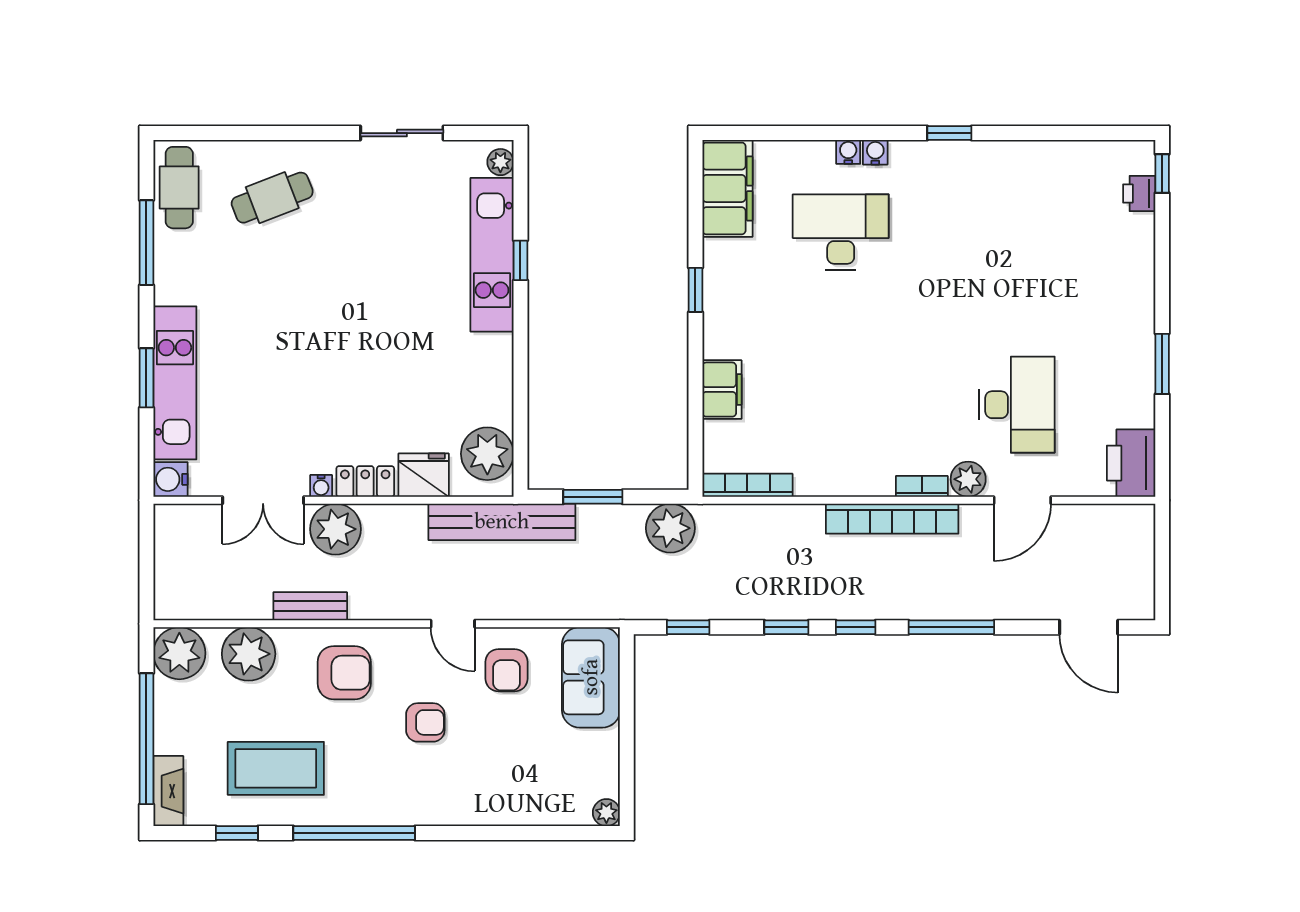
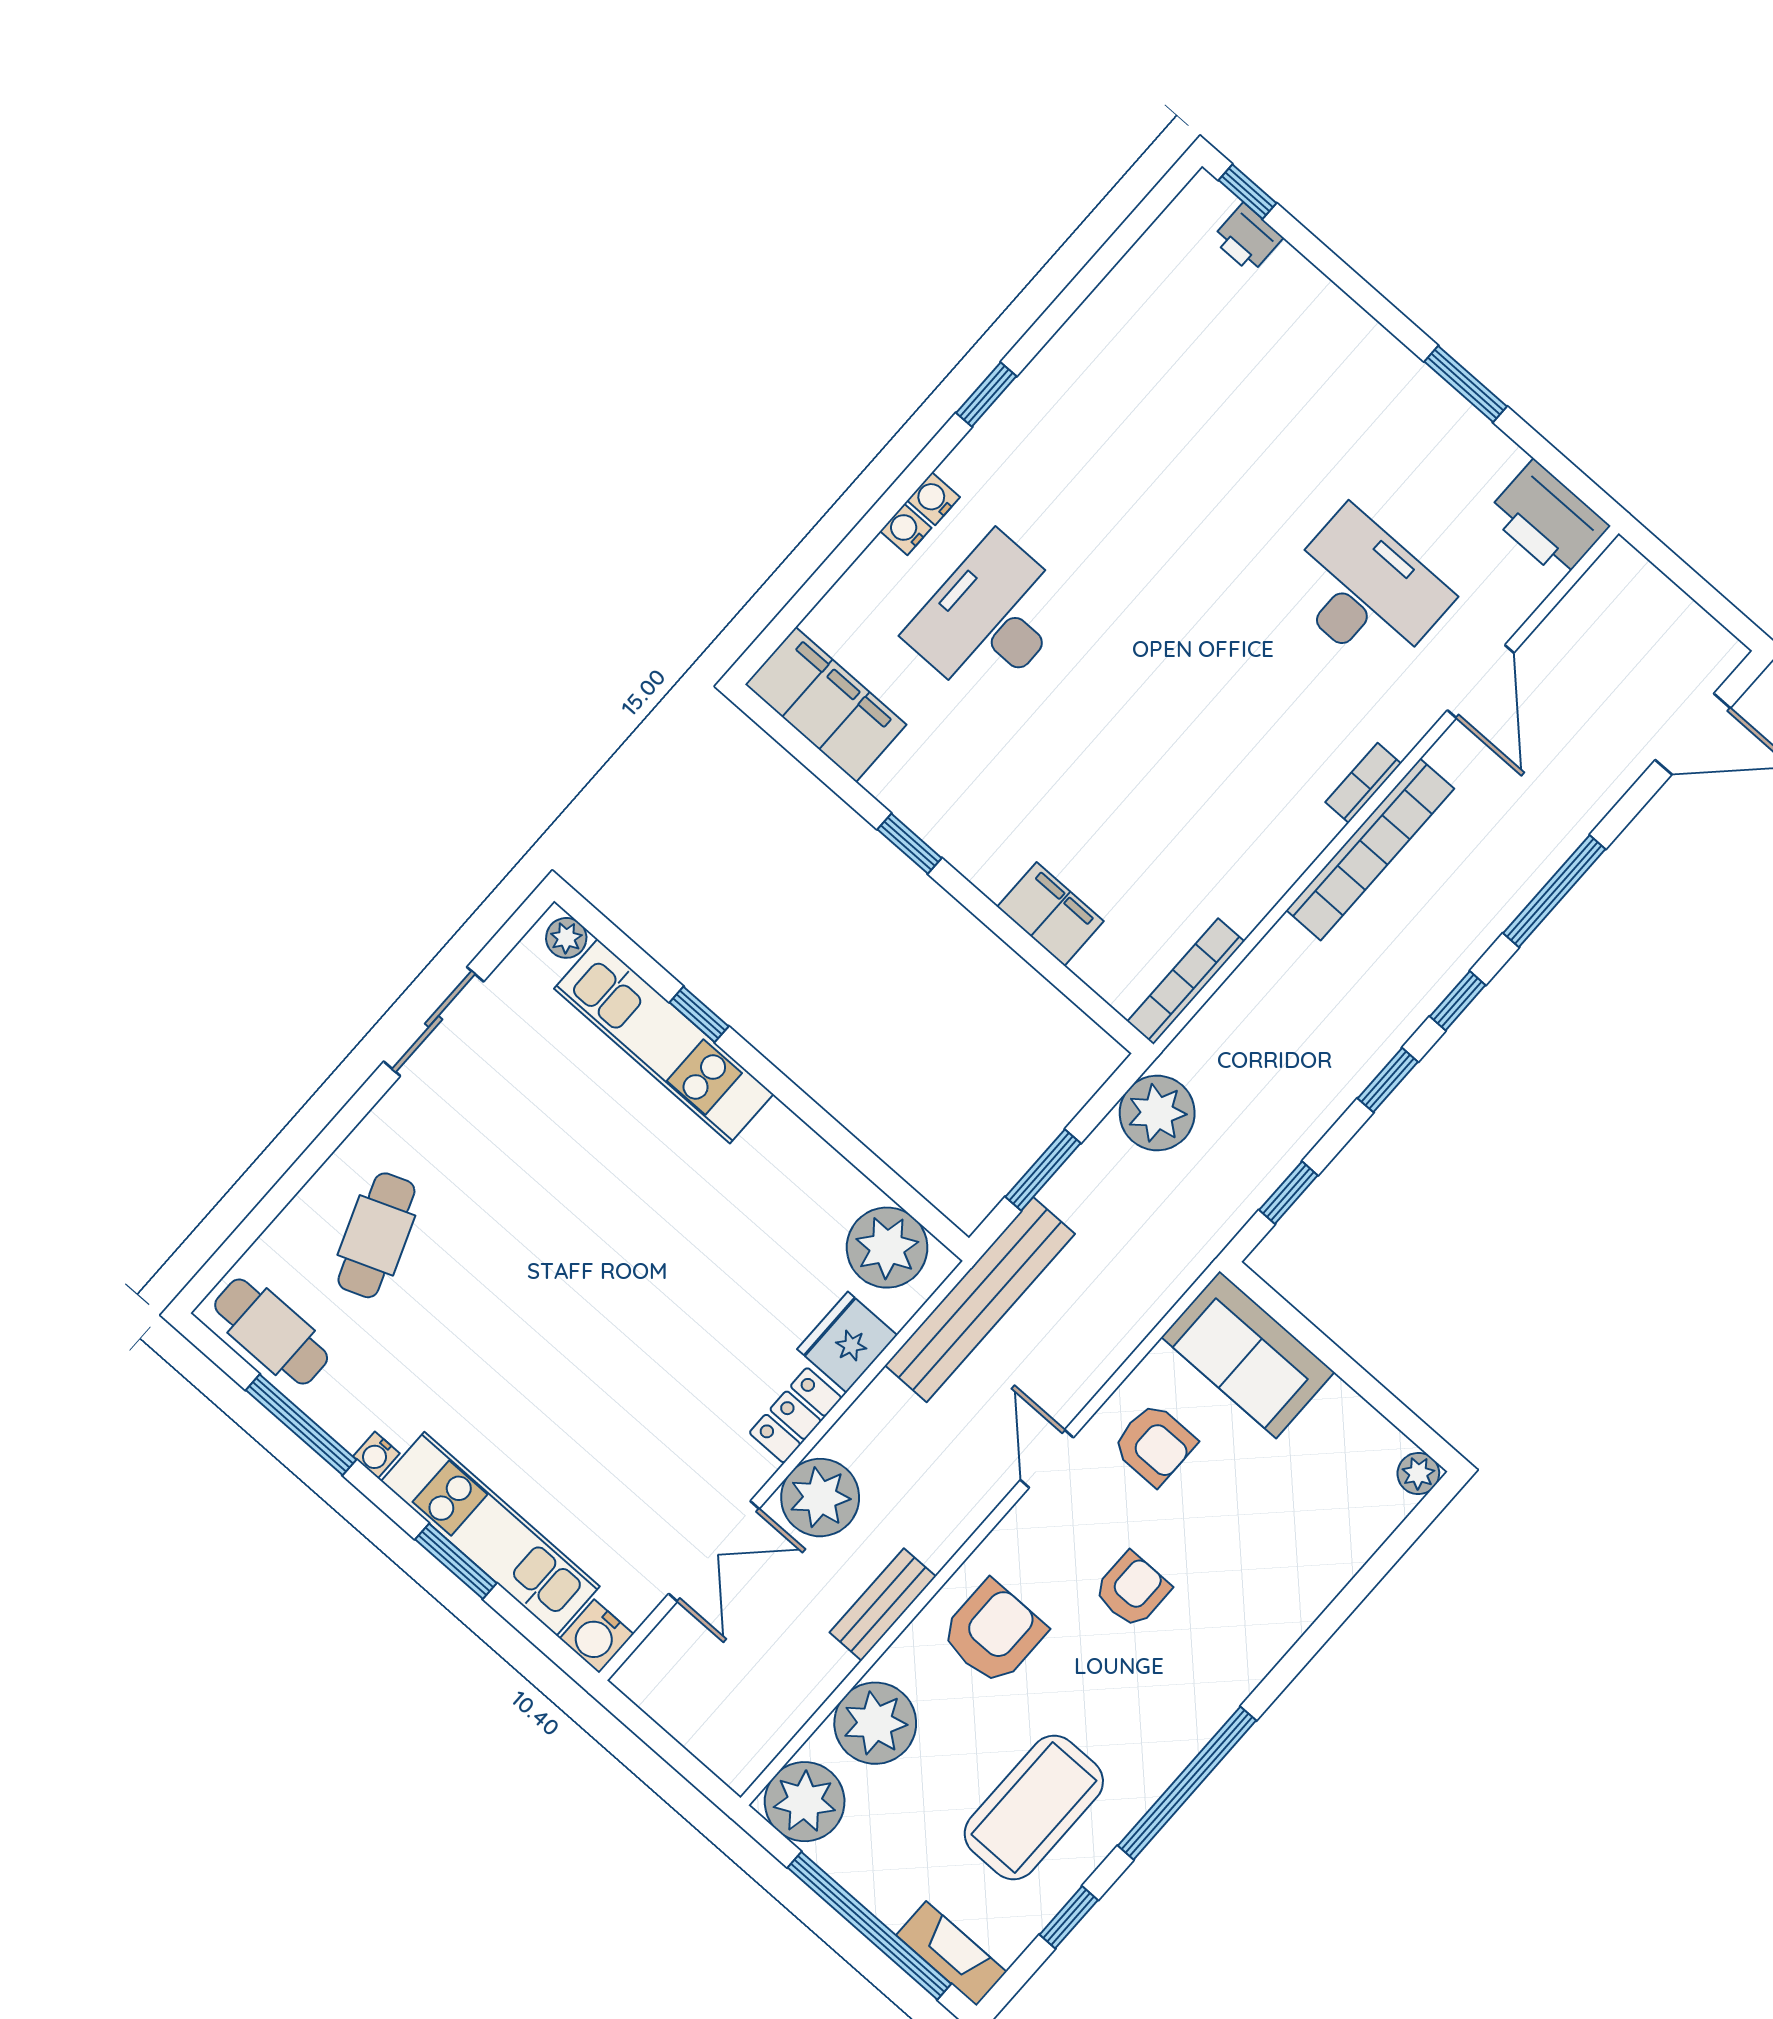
plant: (968, 479) -> (1402, 723), removed
water cooler: (321, 486) -> (376, 1455), moved, turned 90
door: (453, 624) -> (1047, 1459), swing flipped

